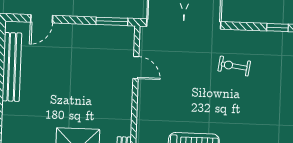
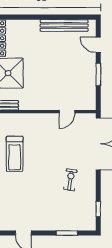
window: (112, 21) -> (98, 74), moved

